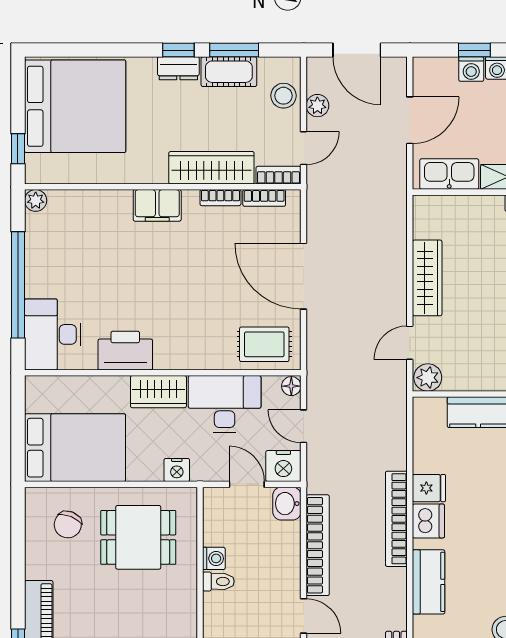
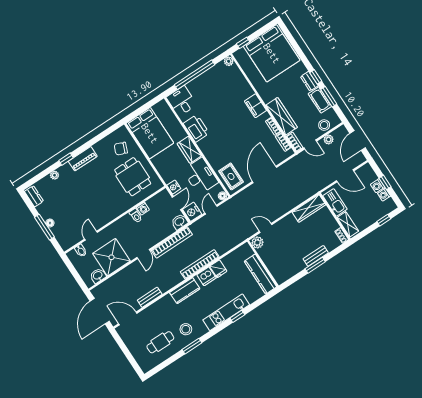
wardrobe: (427, 278) -> (309, 208), moved
desk: (53, 334) -> (182, 101), width x0.73
nightstand: (177, 470) -> (174, 187), moved

